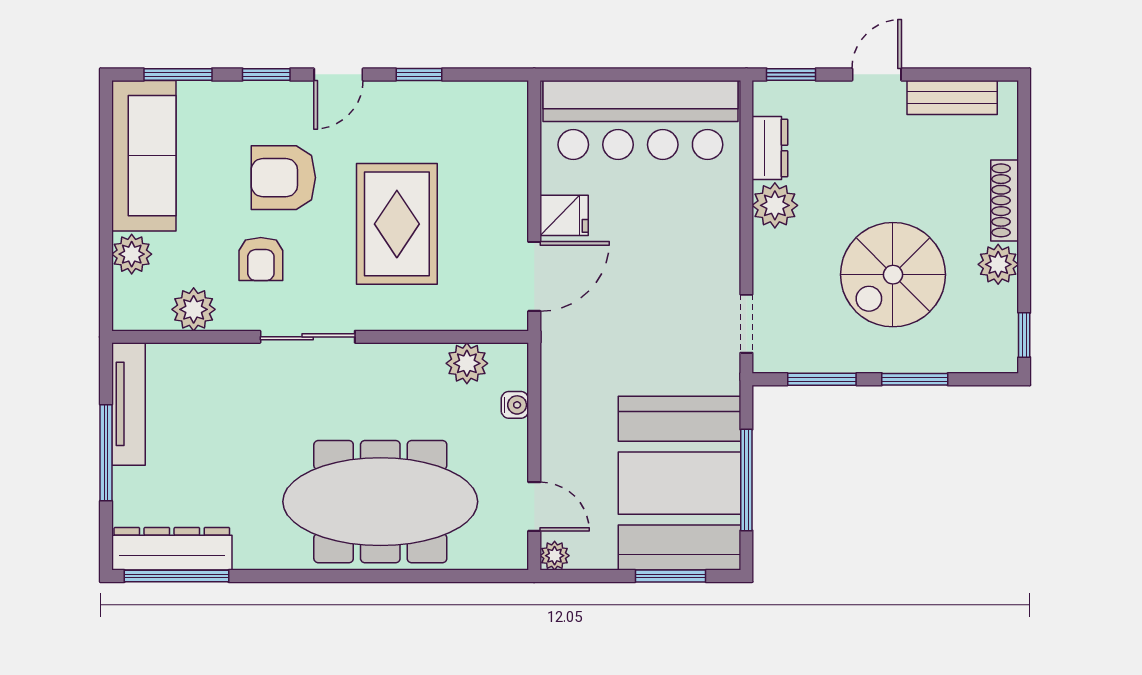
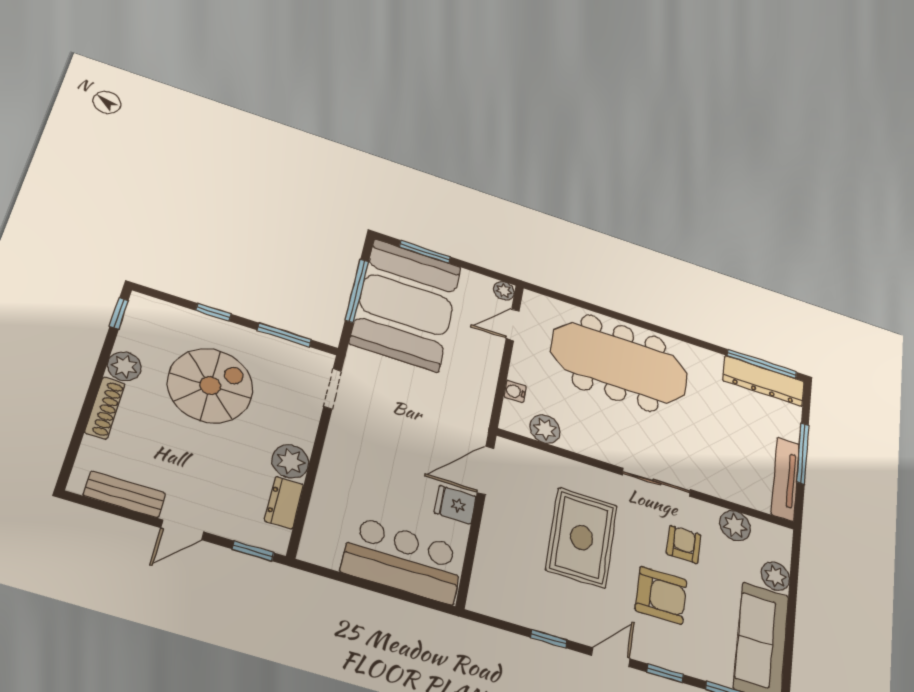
bar counter: (640, 120) -> (403, 560), width x0.73
window: (915, 379) -> (213, 312), width x0.67
door: (534, 506) -> (513, 325), hinge flipped

